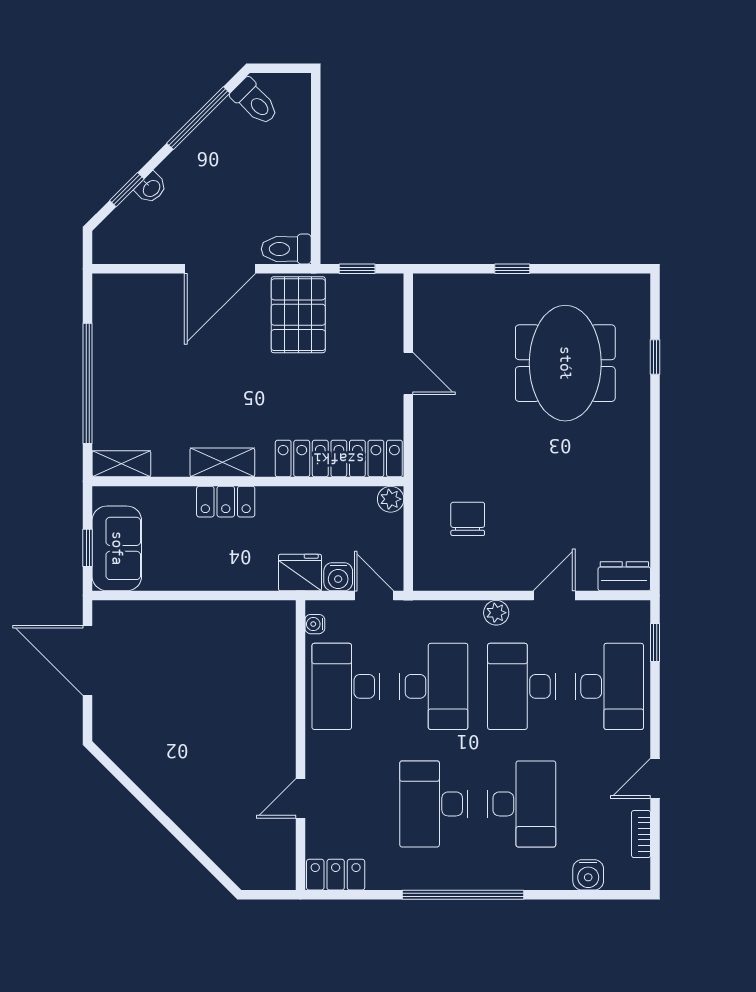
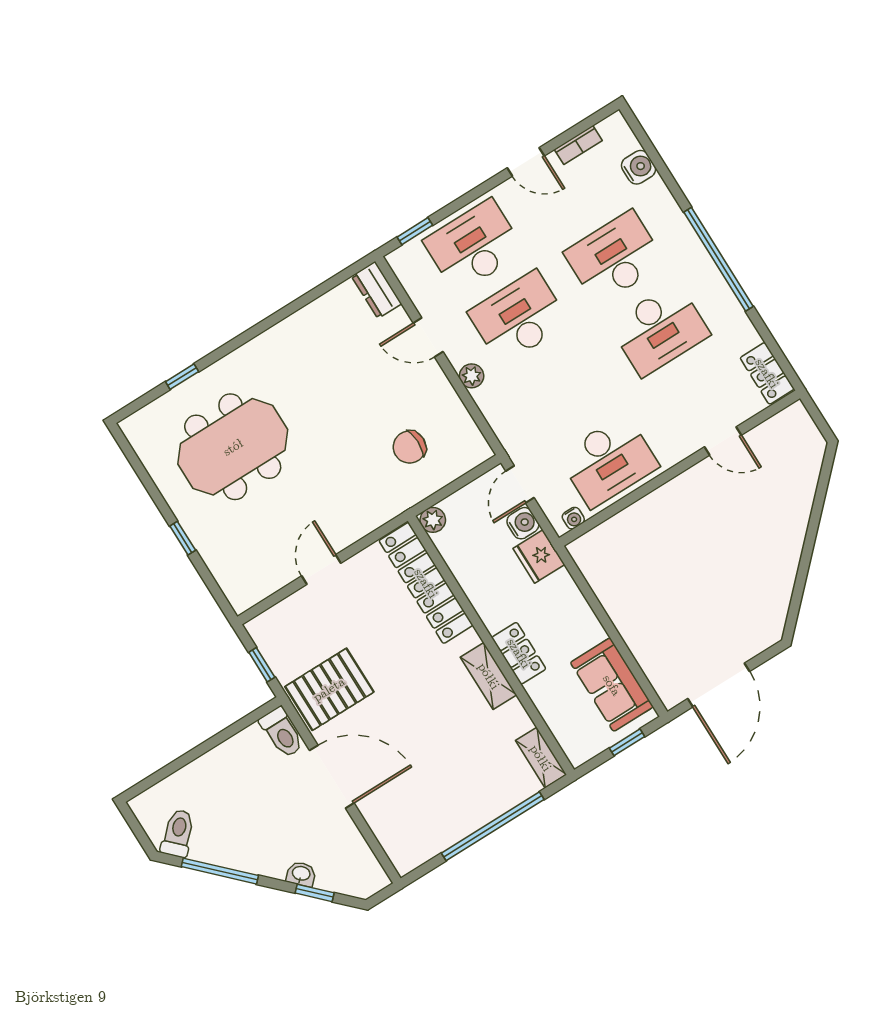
sofa: (117, 548) -> (612, 685), moved, turned -90
desk: (434, 686) -> (563, 389), removed
desk: (522, 686) -> (519, 318), turned 180

